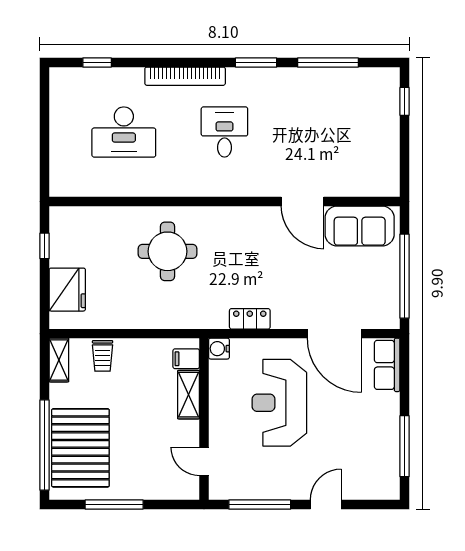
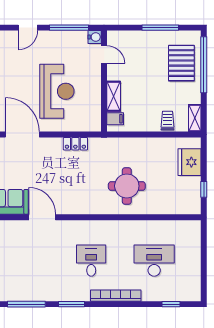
desk: (224, 132) -> (91, 261), turned 180
water cooler: (219, 349) -> (95, 37), moved
pallet: (80, 448) -> (181, 63), width x0.73, depth x0.71

